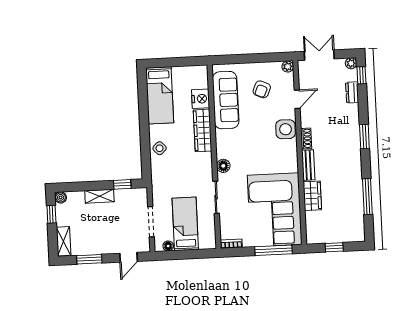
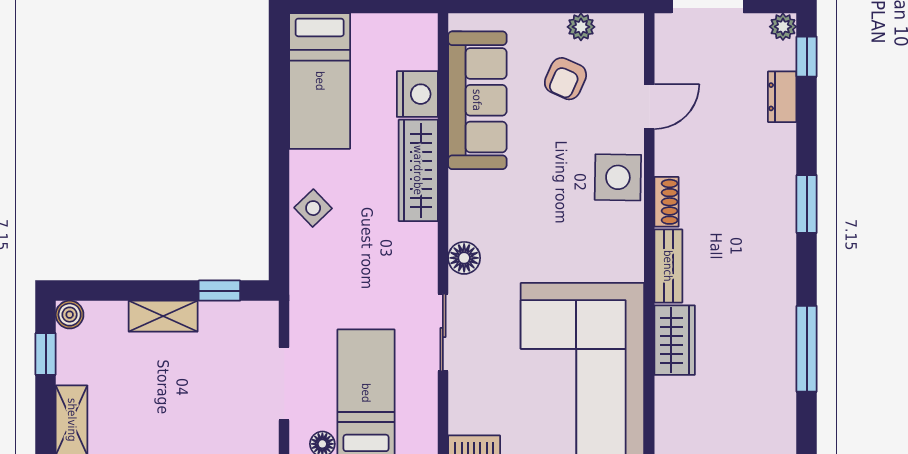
plant: (288, 67) -> (581, 27), moved

